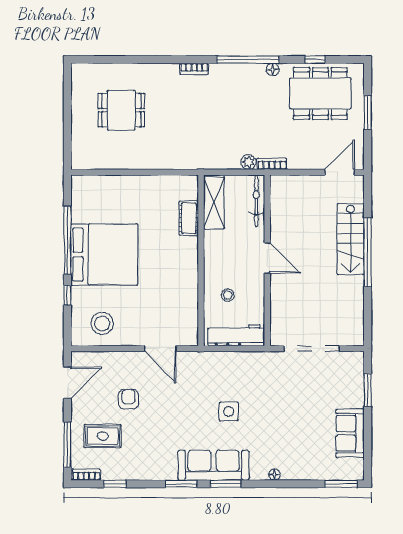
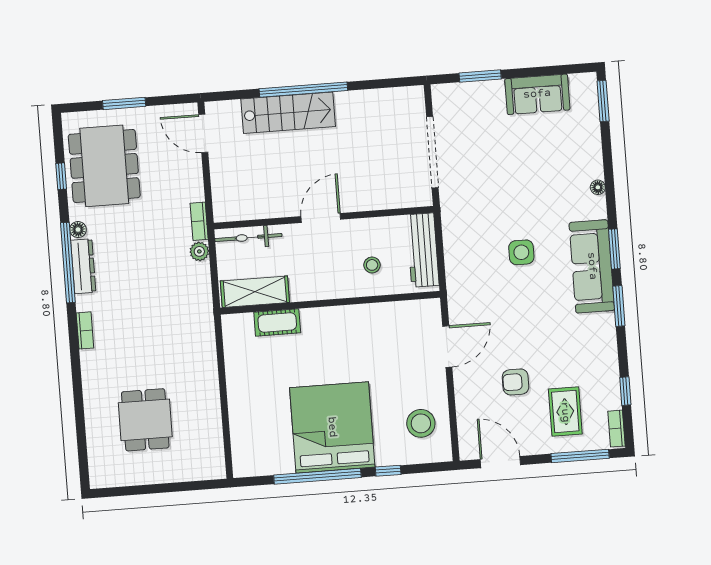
dresser: (244, 71) -> (83, 266), added

